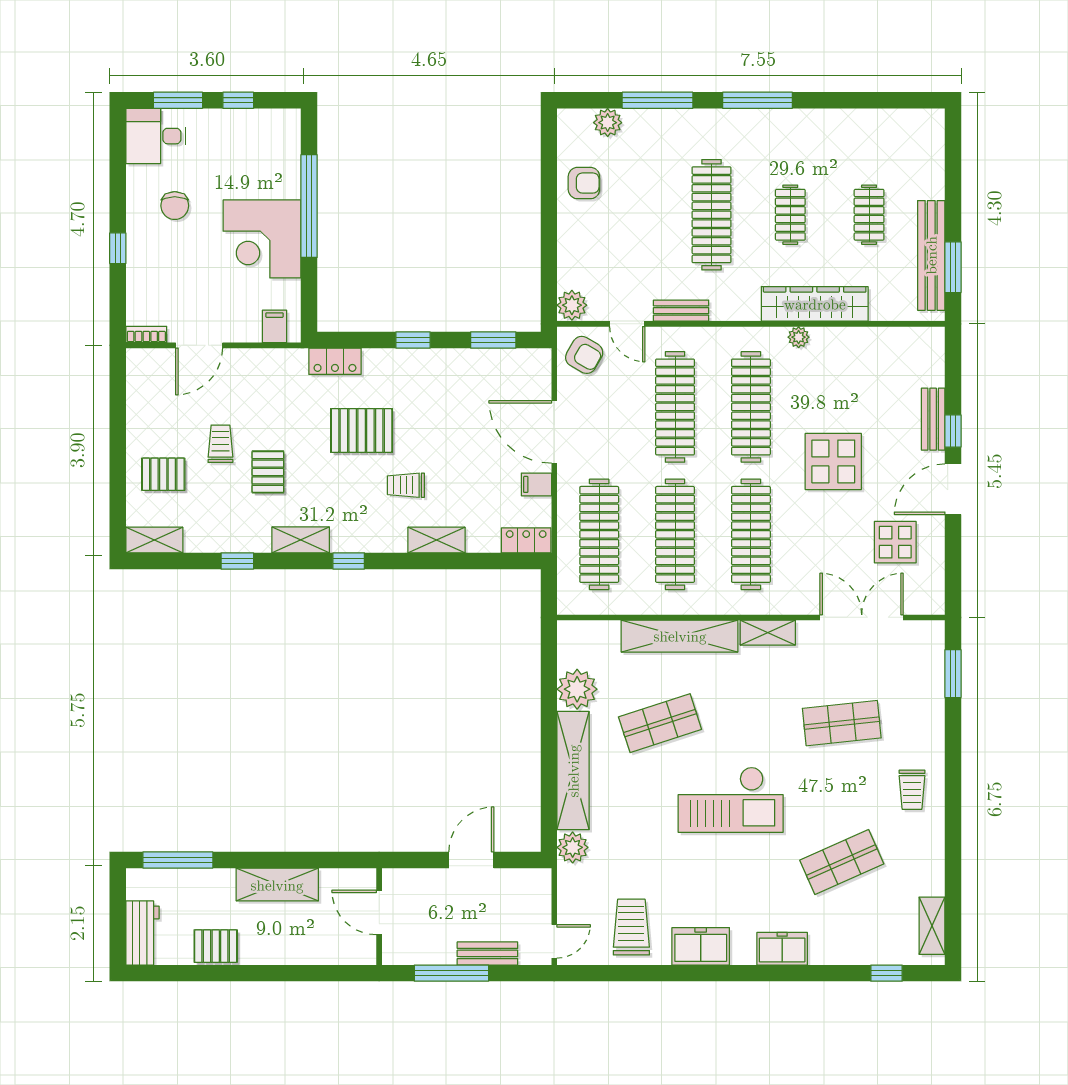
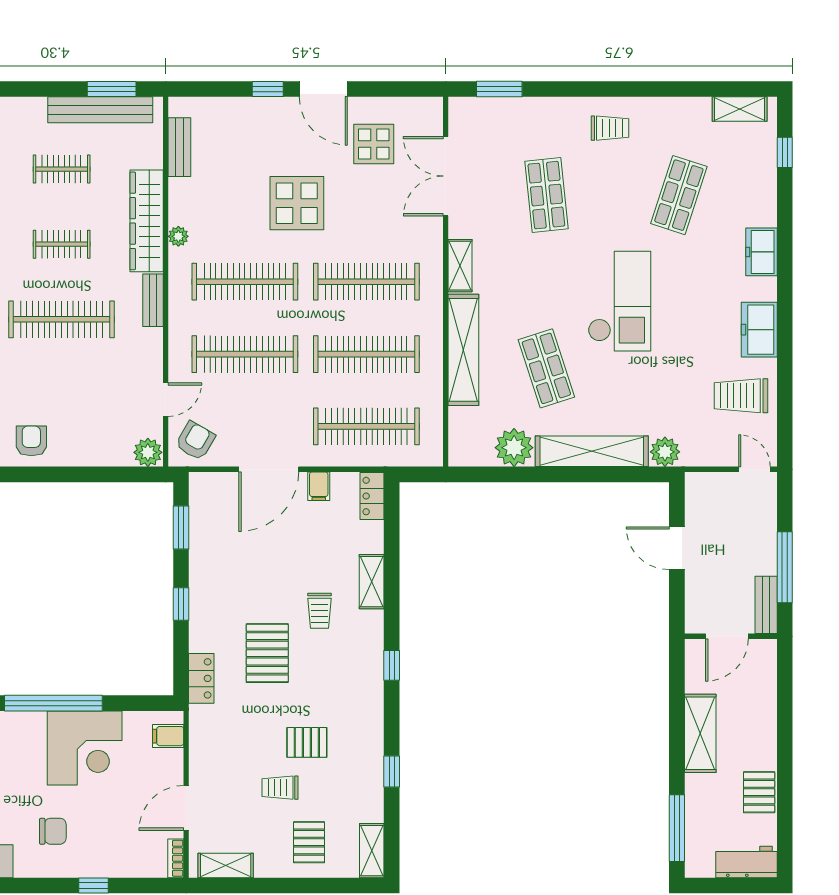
bench: (681, 311) -> (153, 300), moved
door: (199, 345) -> (186, 808), swing flipped
bench: (933, 419) -> (179, 147), moved, turned 90
shelving: (301, 540) -> (226, 865), moved, turned 90
shop shelf: (842, 862) -> (679, 195), turned 42
bench: (487, 953) -> (766, 605), moved

